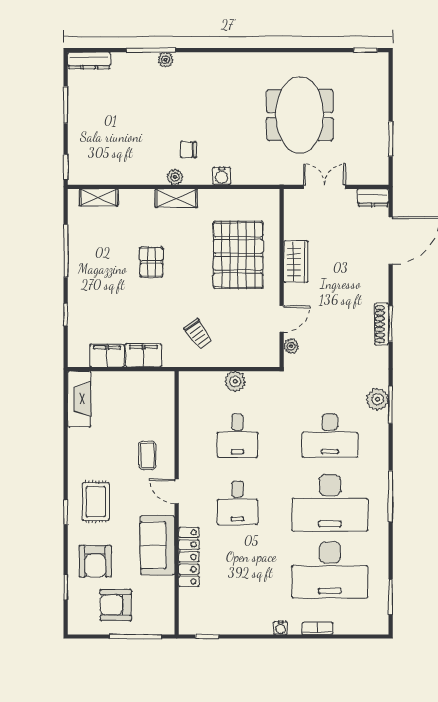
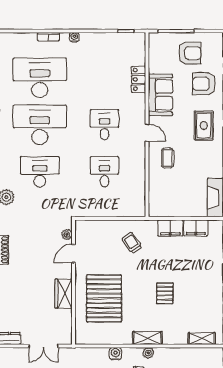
plant: (235, 381) -> (106, 210), removed
locker: (189, 557) -> (139, 79), width x0.66
armchair: (95, 561) -> (204, 84), turned -90

